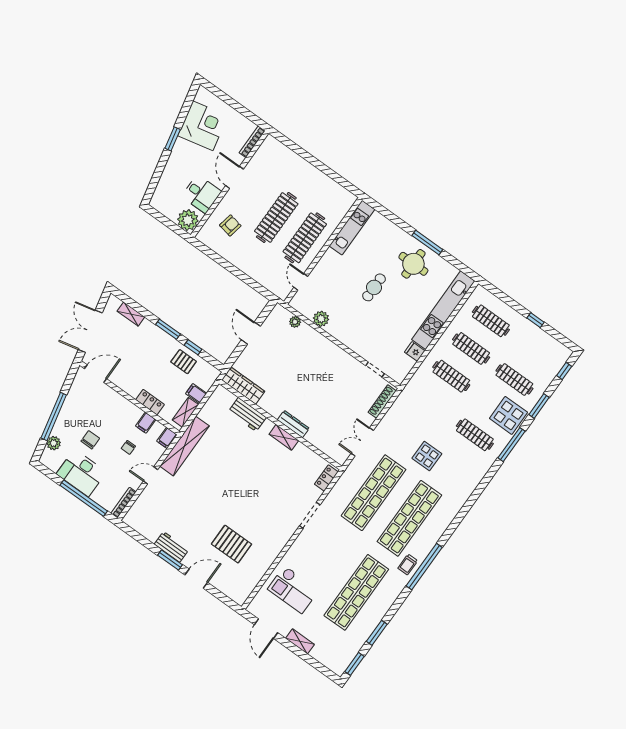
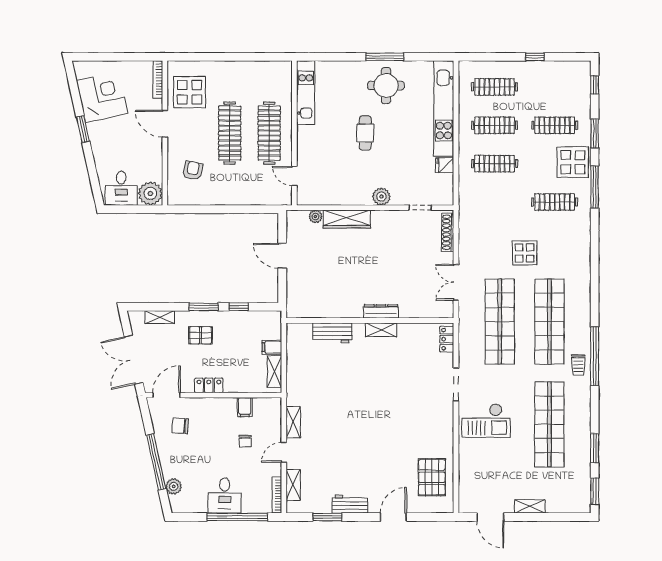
display table: (268, 167) -> (190, 92), added
desk: (201, 194) -> (121, 188), moved, turned 90
plant: (321, 319) -> (381, 197), moved
pallet: (184, 362) -> (200, 335), moved
wardrobe: (243, 386) -> (347, 219), moved, turned 180
locker: (150, 402) -> (209, 385), moved
filing cabinet: (167, 438) -> (274, 407), removed
chair: (90, 440) -> (180, 426), moved, turned -86
shelving: (185, 446) -> (293, 422), width x0.45, depth x0.75
desk: (81, 473) -> (225, 496), width x0.73
shelving: (140, 504) -> (293, 485), added
pallet: (231, 544) -> (432, 477), moved, turned 90
window: (170, 560) -> (327, 517), moved
checkout: (293, 590) -> (486, 421), moved

